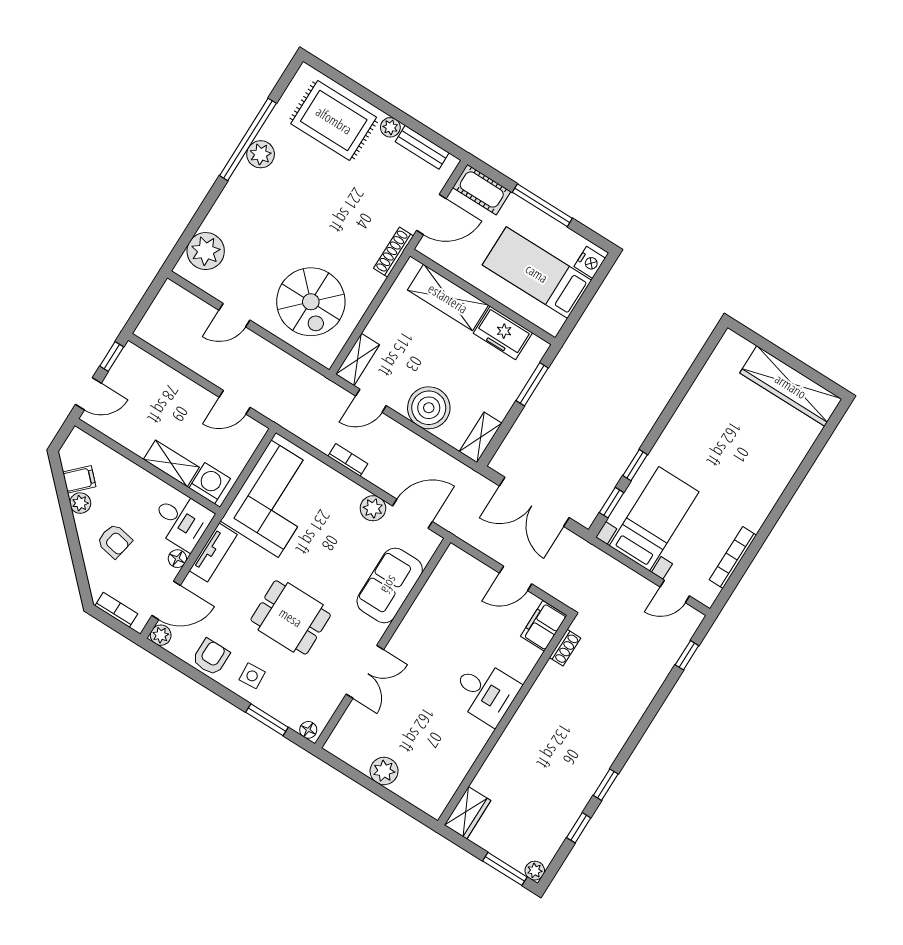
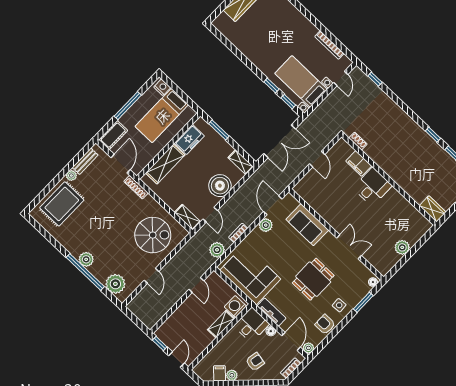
window: (248, 139) -> (85, 272), moved
plant: (261, 154) -> (86, 259), moved
plant: (308, 427) -> (217, 250), added
filing cabinet: (544, 626) -> (359, 163), moved

